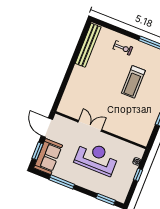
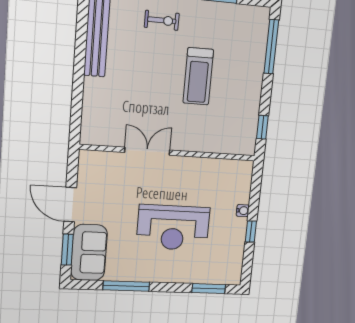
double door: (90, 126) -> (147, 151), moved
wall: (101, 130) -> (169, 153), moved
reception desk: (96, 158) -> (173, 228), turned 180

